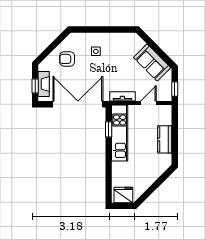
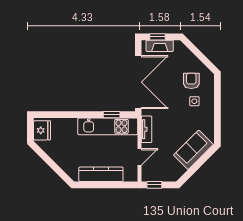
armchair: (67, 59) -> (191, 81), moved
sofa: (152, 63) -> (193, 150), moved
door: (148, 103) -> (140, 157), hinge flipped
kitchen counter: (165, 139) -> (101, 174), width x1.50

